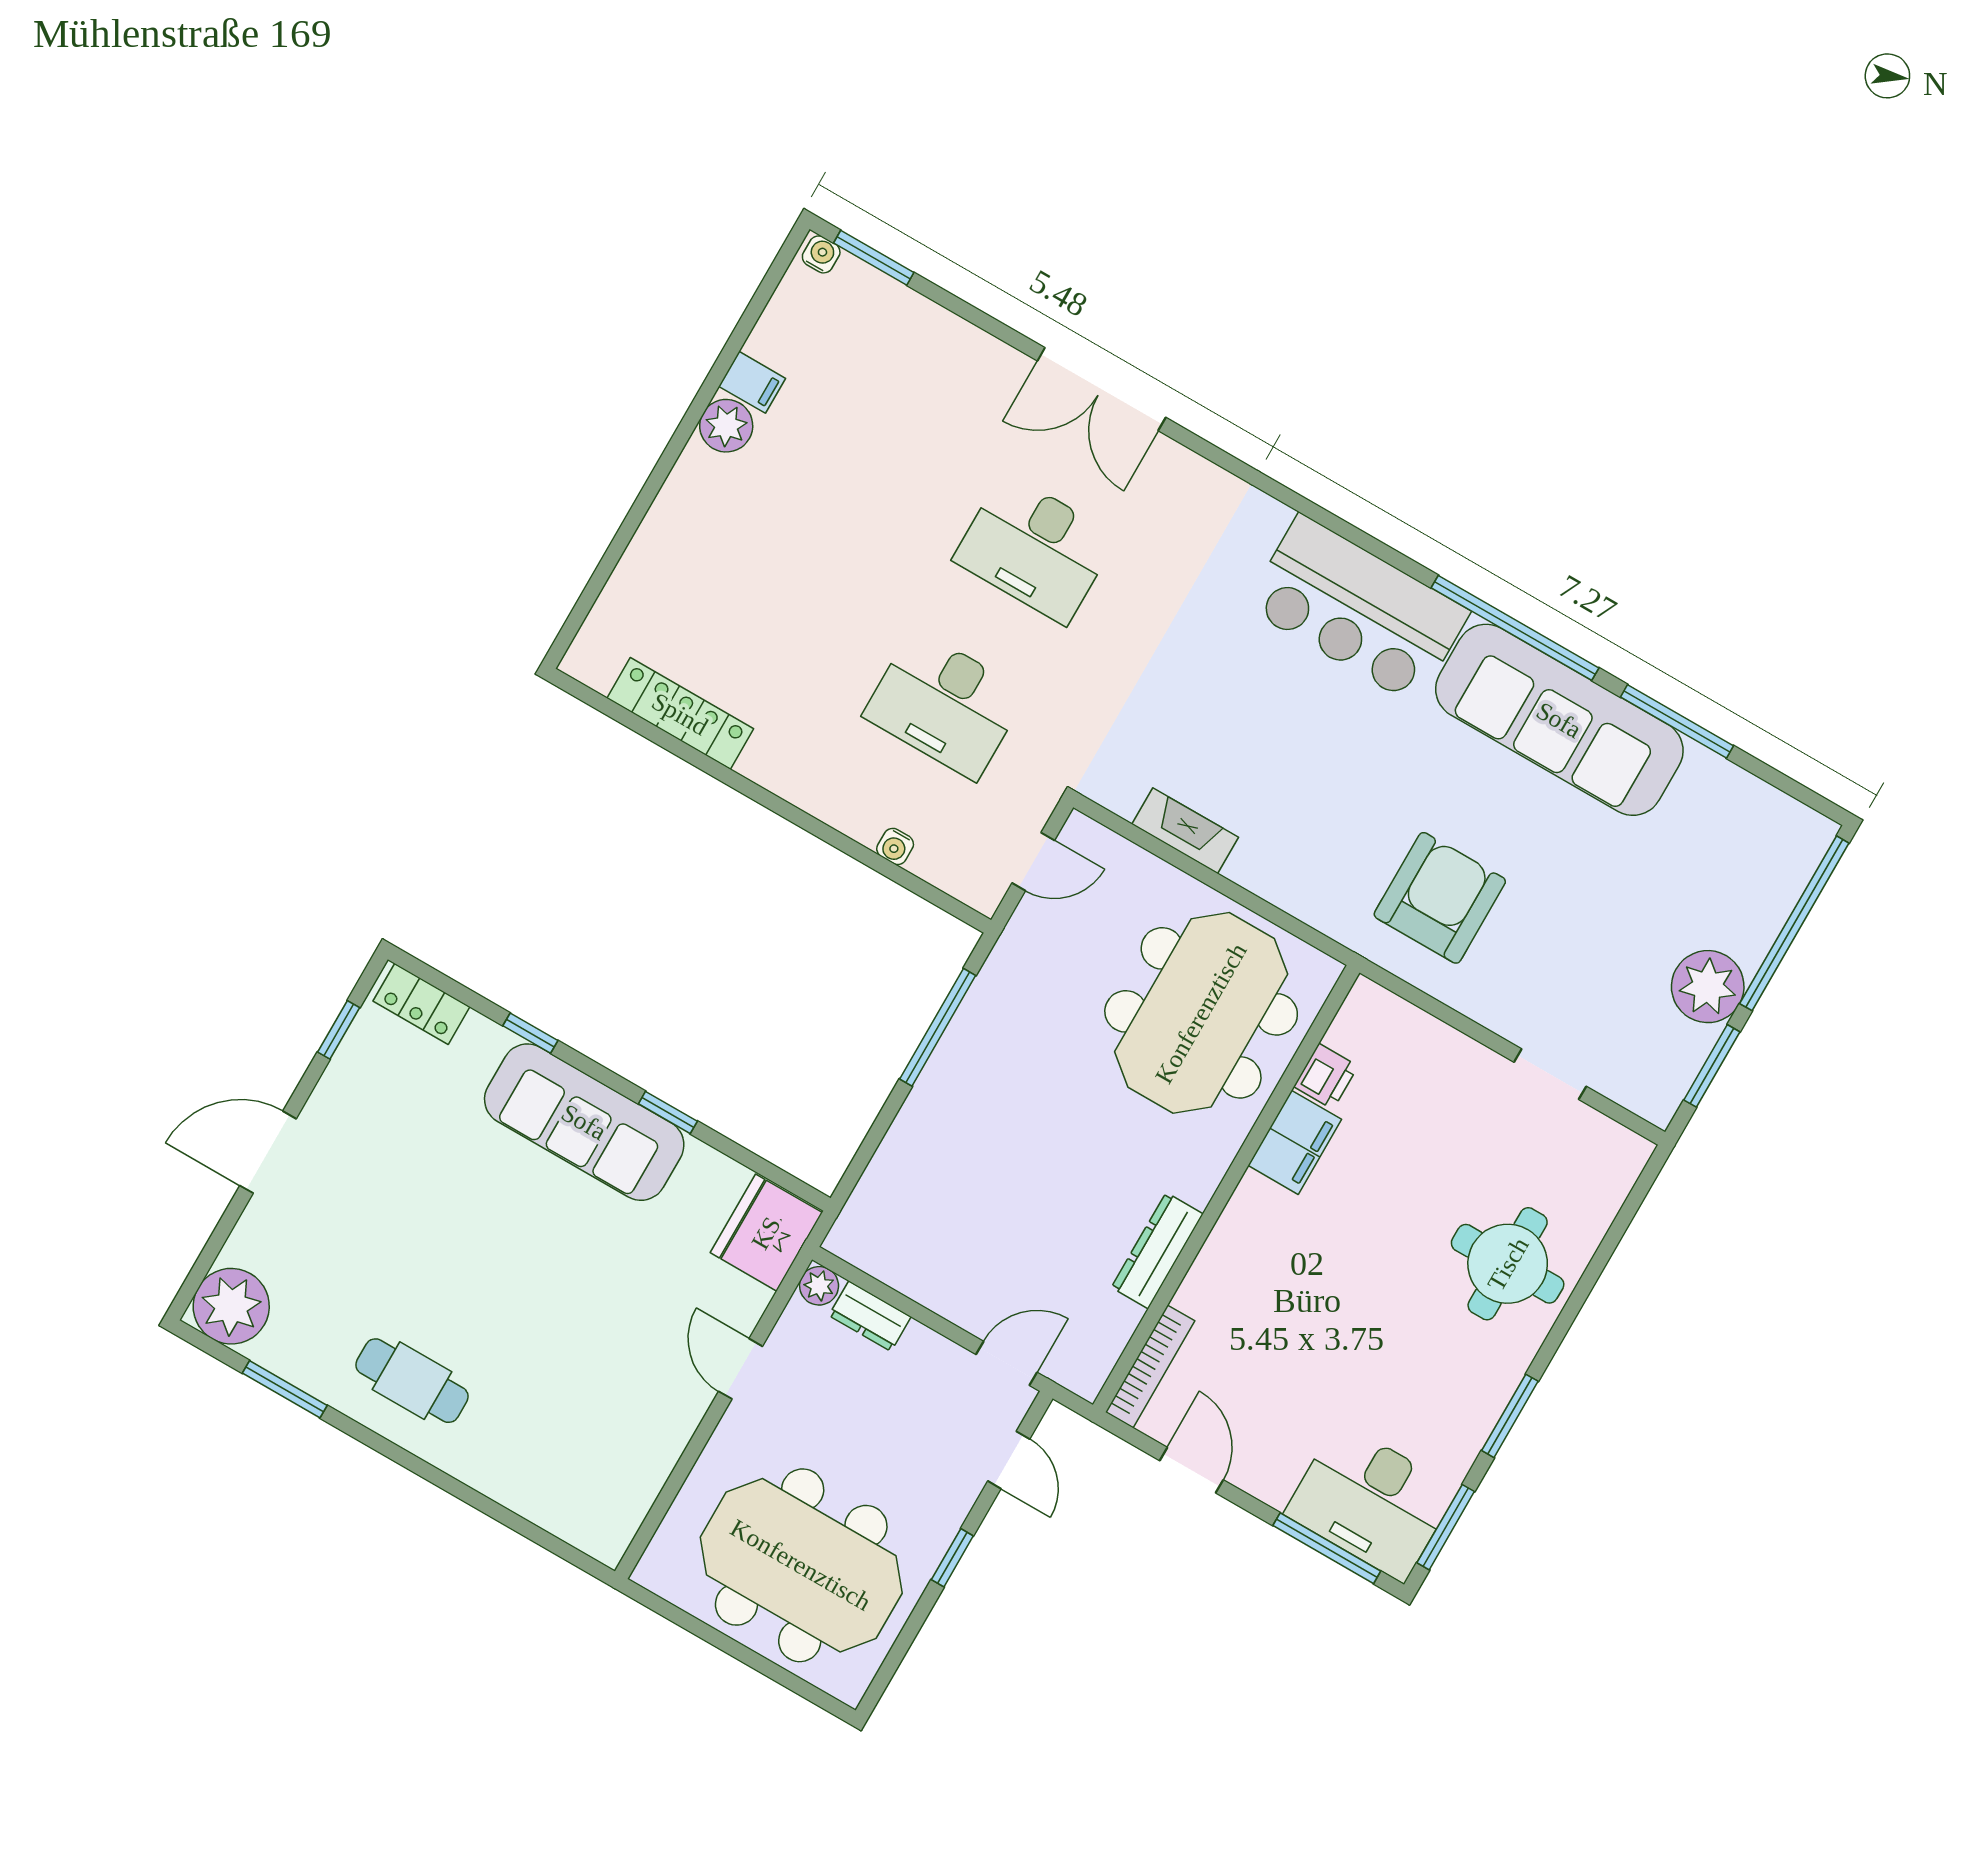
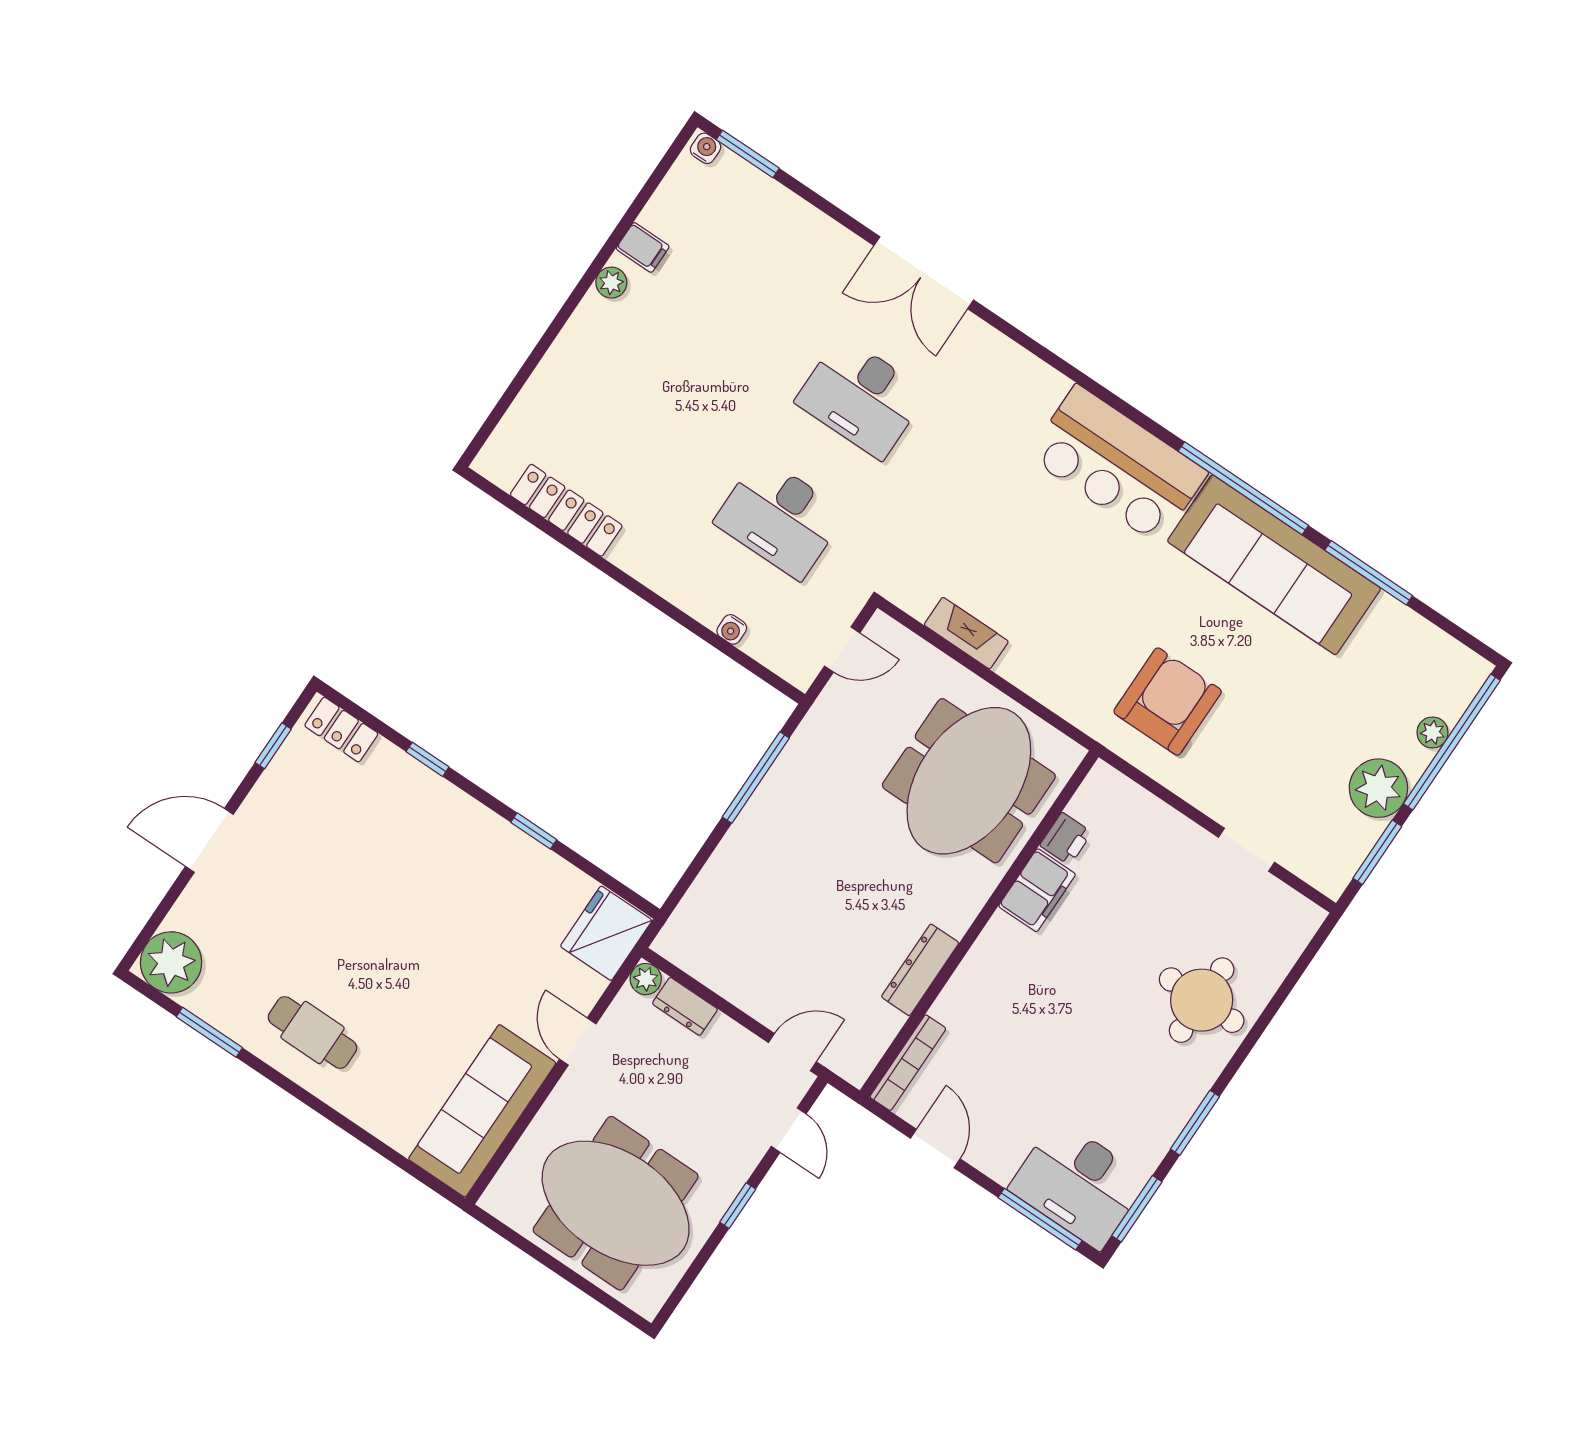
plant: (726, 426) -> (611, 283), width x0.73, depth x0.73
plant: (1770, 913) -> (1433, 732), added
sofa: (584, 1122) -> (482, 1111), moved, turned 90

